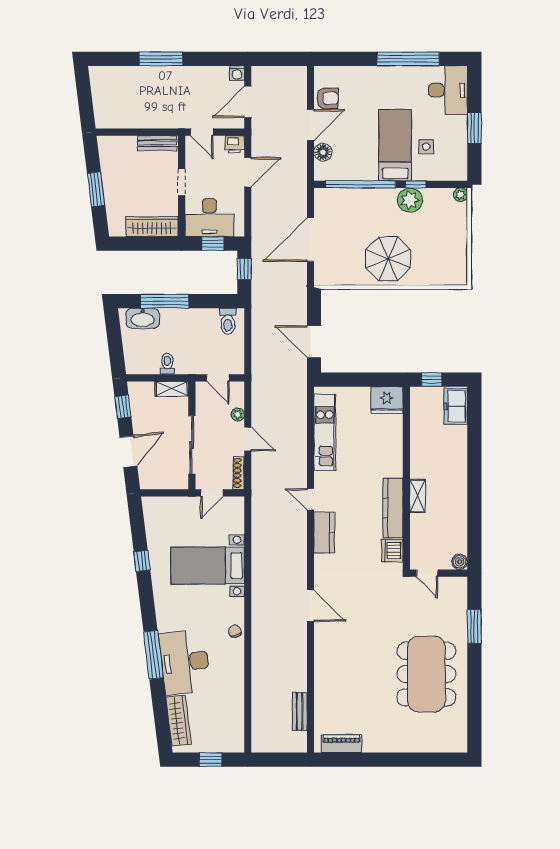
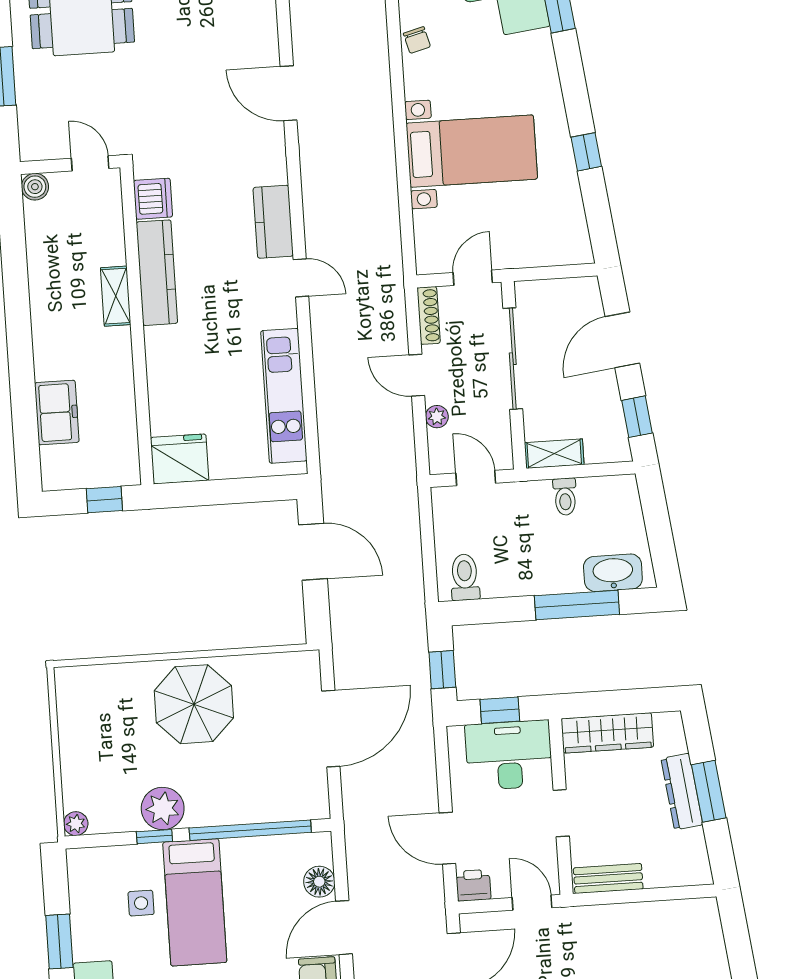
door: (248, 172) -> (447, 838), hinge flipped
dresser: (111, 190) -> (682, 792), added
freezer: (456, 406) -> (57, 412), moved

